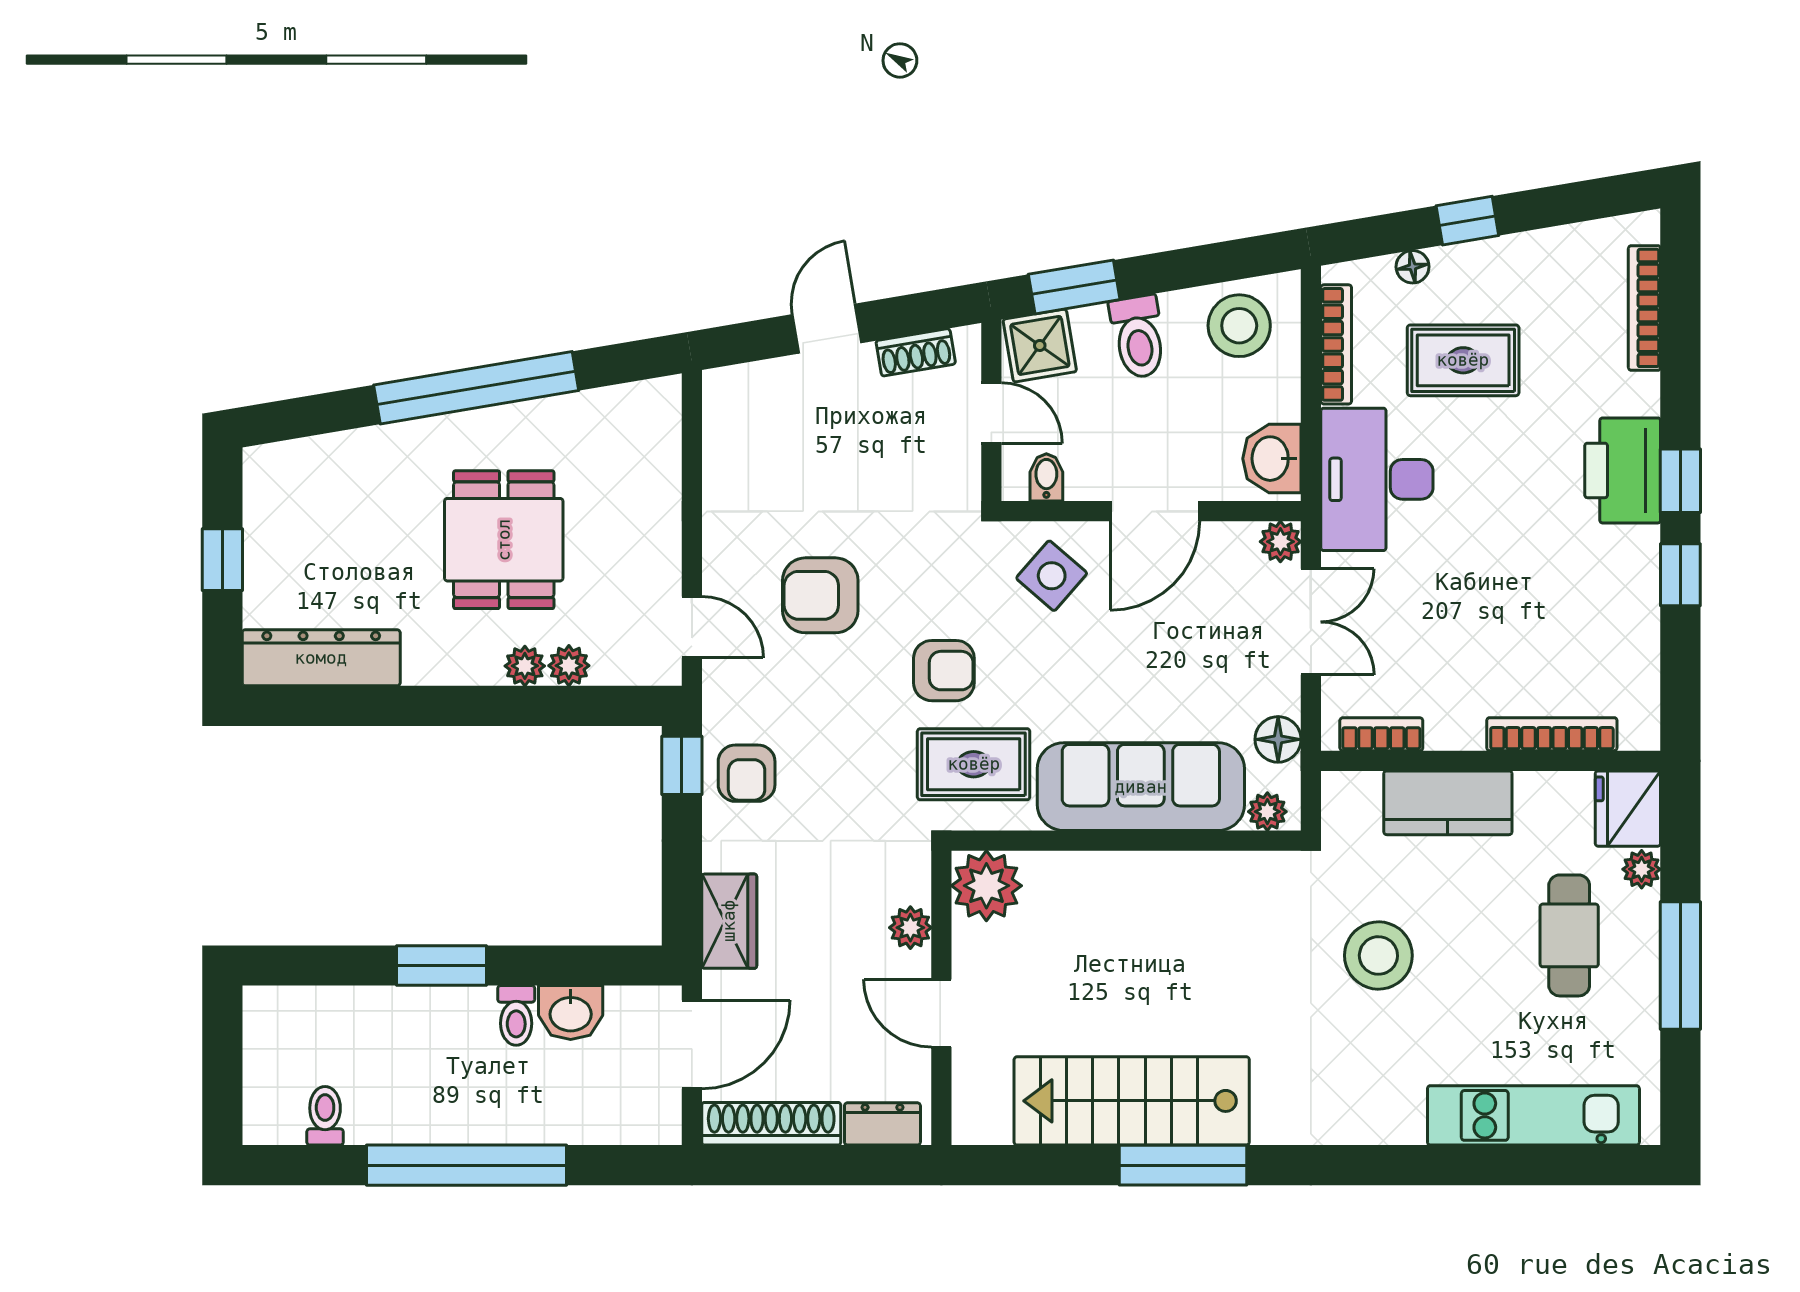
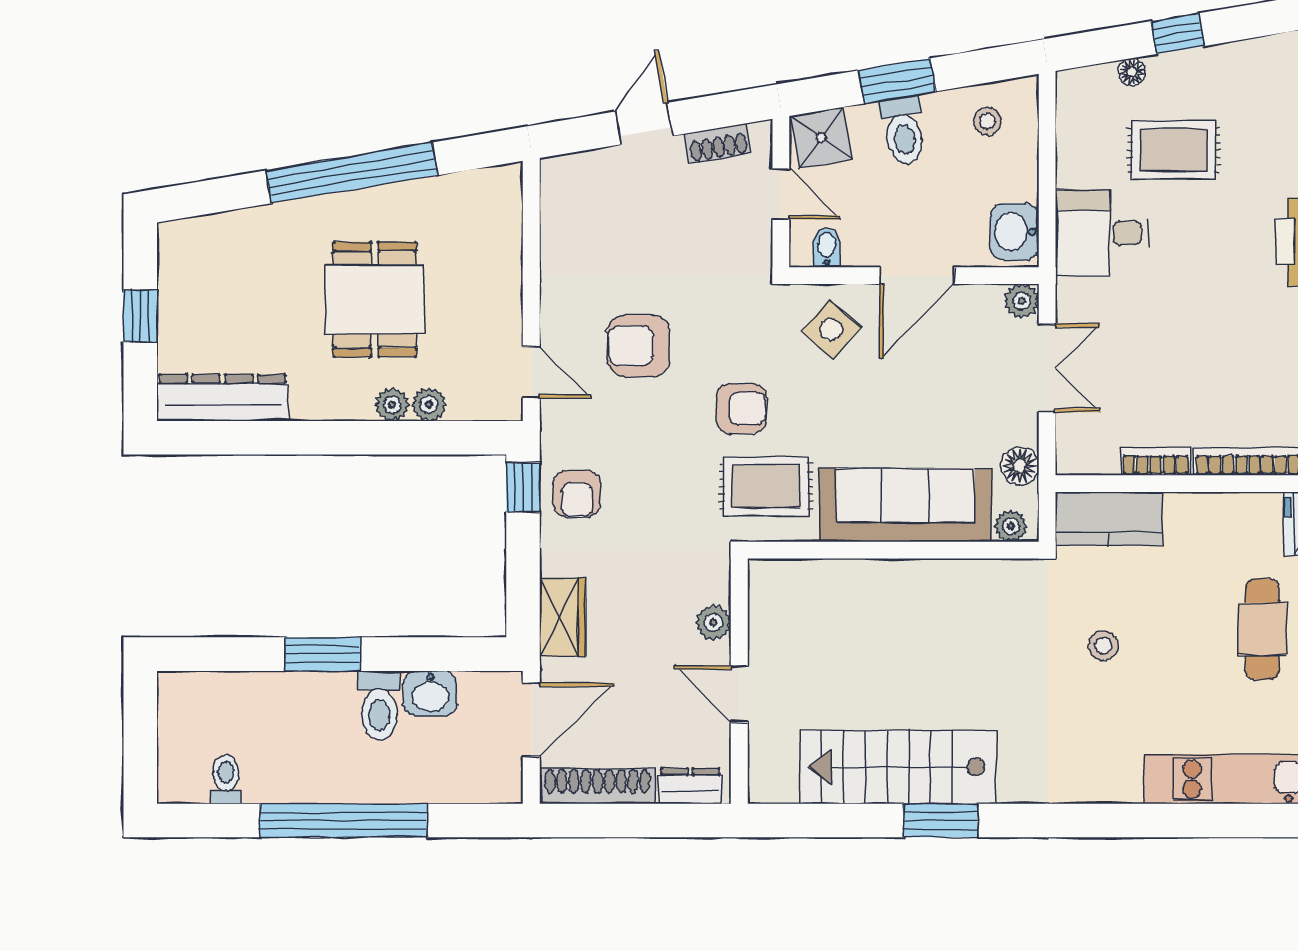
window: (1074, 287) -> (897, 81), moved
stool: (1239, 326) -> (987, 121), width x0.53, depth x0.53
bookcase: (1336, 344) -> (1068, 137), removed
desk: (1377, 479) -> (1102, 233), width x0.73
bookcase: (1381, 734) -> (1156, 461), moved
kitchen counter: (1448, 803) -> (1109, 519), moved
plant: (986, 886) -> (777, 588), removed
stool: (1378, 955) -> (1103, 646), width x0.53, depth x0.53
toilet: (516, 1015) -> (379, 705), width x1.37, depth x1.39
window: (1183, 1165) -> (941, 821), width x0.69

